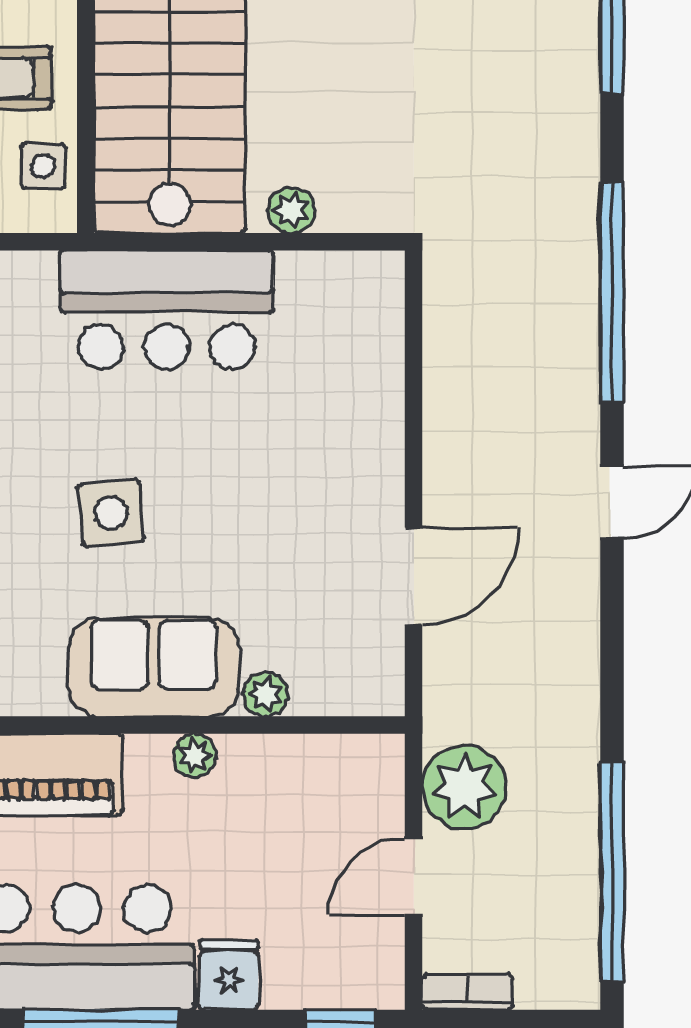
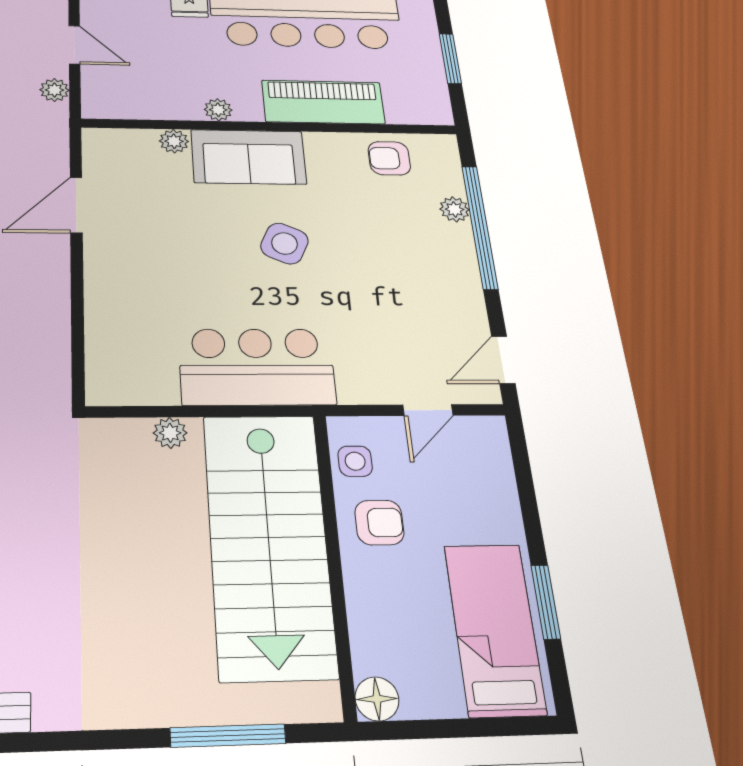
side table: (111, 513) -> (285, 244), turned 30
plant: (464, 787) -> (54, 90), width x0.53, depth x0.53
door: (414, 877) -> (74, 45), hinge flipped

